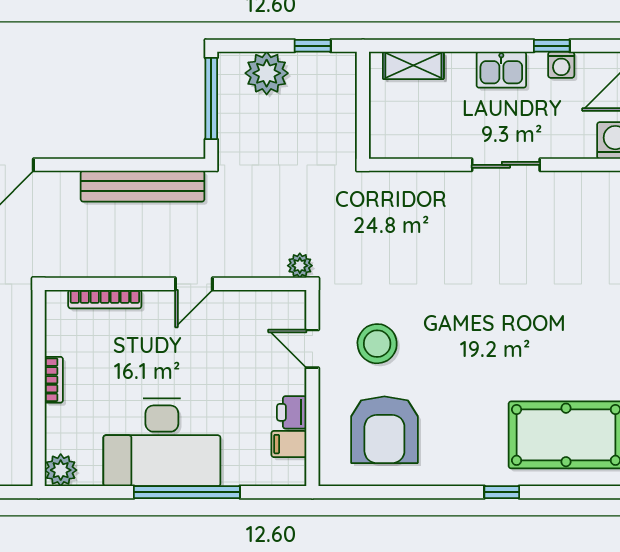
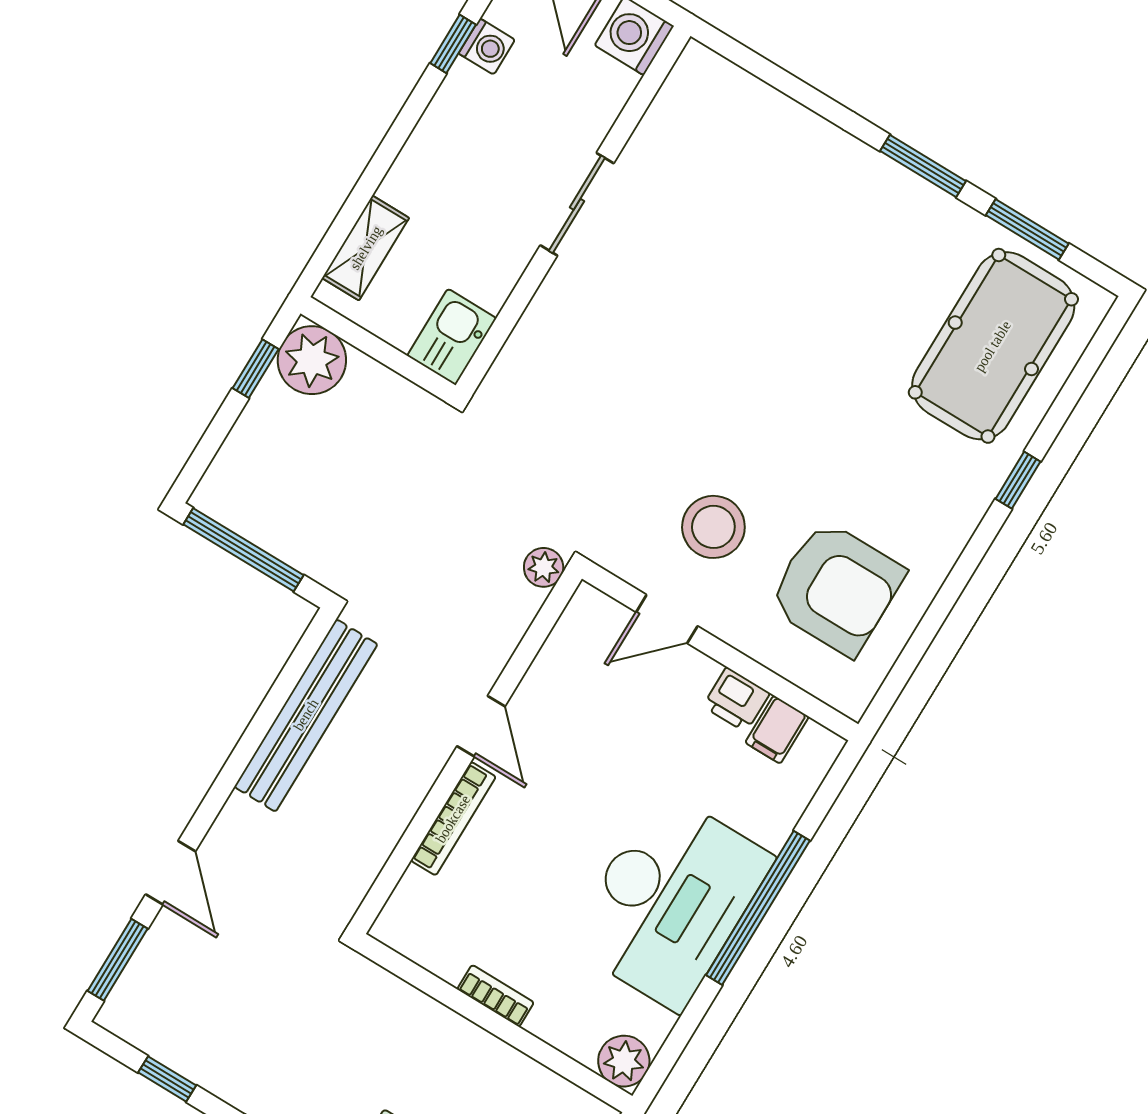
kitchen sink: (501, 70) -> (452, 337), moved, turned 180
plant: (267, 73) -> (312, 360), moved
bookcase: (105, 299) -> (453, 819), moved

